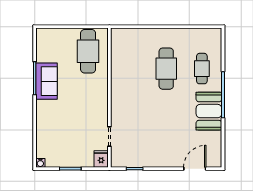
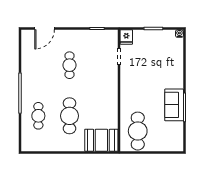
booth: (209, 111) -> (101, 140), moved, turned 90
cafe table: (166, 127) -> (69, 65), added

